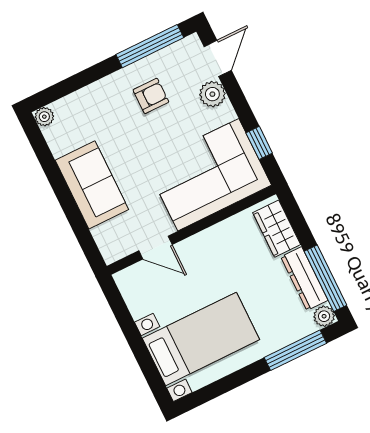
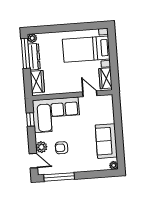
door: (218, 58) -> (33, 161), swing flipped
armchair: (151, 96) -> (62, 148), moved
sofa: (92, 185) -> (106, 141), moved
wardrobe: (135, 294) -> (105, 78), added
window: (295, 350) -> (50, 29), removed

